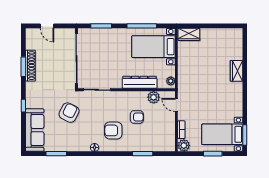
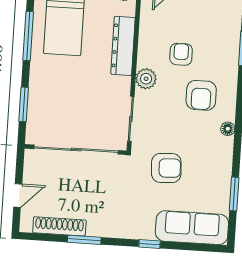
shoe rack: (30, 66) -> (59, 226), moved
plant: (154, 97) -> (146, 79), moved
armchair: (69, 113) -> (166, 168), turned 150

